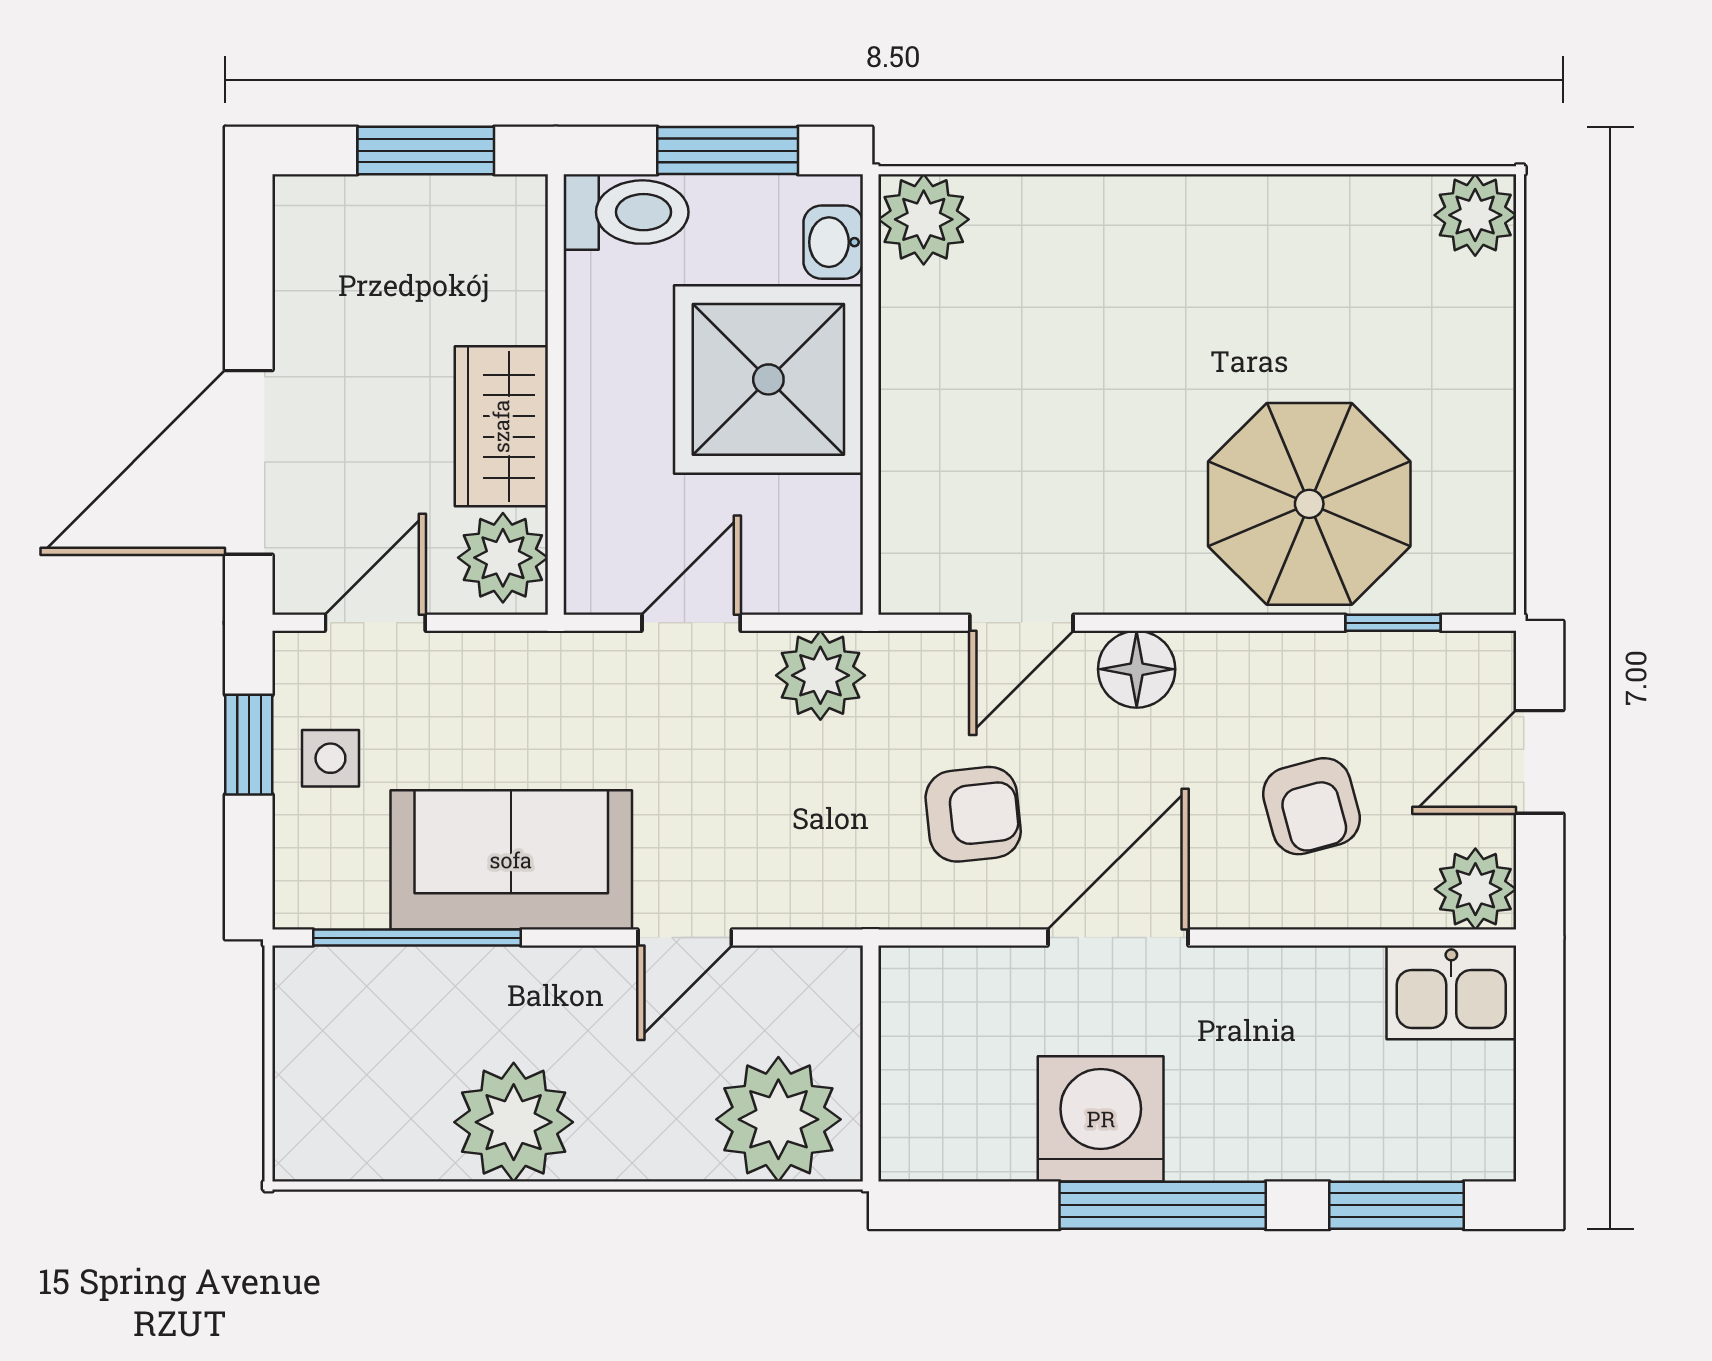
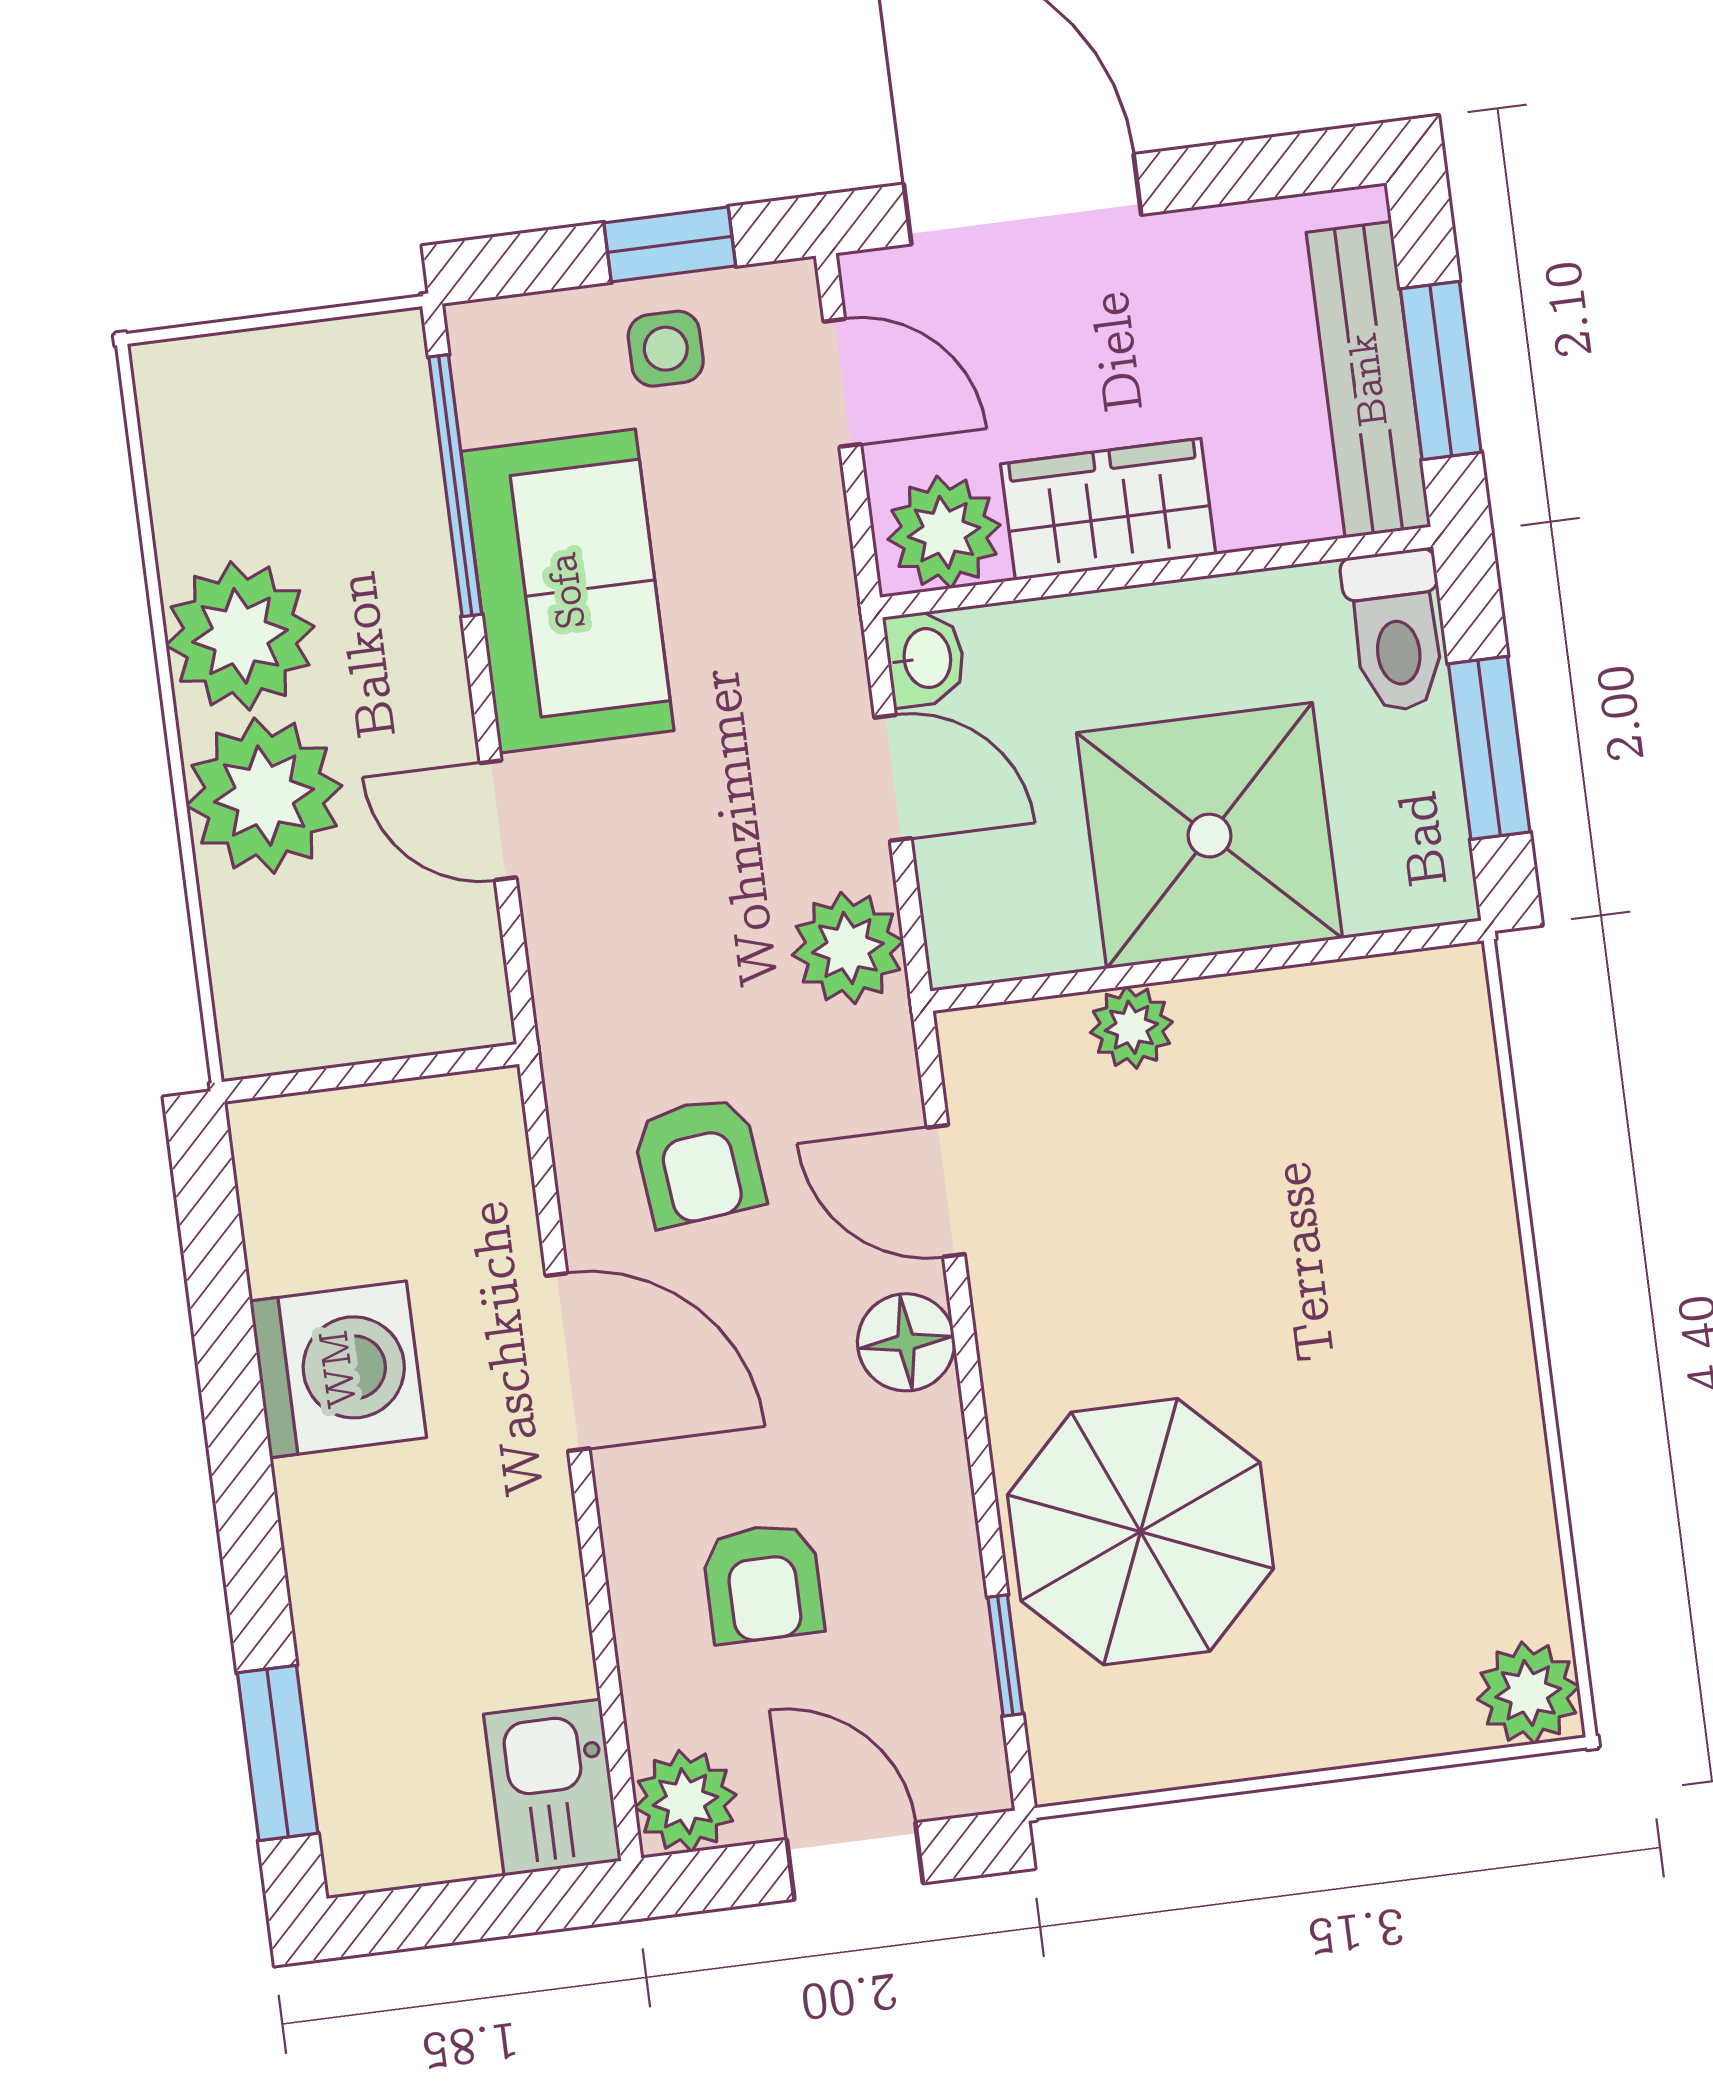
bench: (426, 208) -> (1368, 380), added
plant: (924, 219) -> (1131, 1027), moved, width x0.73, depth x0.73
washbasin: (833, 242) -> (925, 658), moved, turned 90
armchair: (1312, 806) -> (763, 1583), turned -75
plant: (778, 1119) -> (264, 796), moved
window: (1163, 1205) -> (240, 1461), removed

